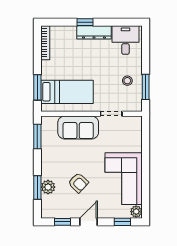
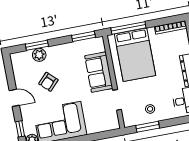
window: (37, 87) -> (128, 28), width x1.44
bed: (67, 92) -> (135, 55), width x1.50
window: (63, 222) -> (10, 74), removed

